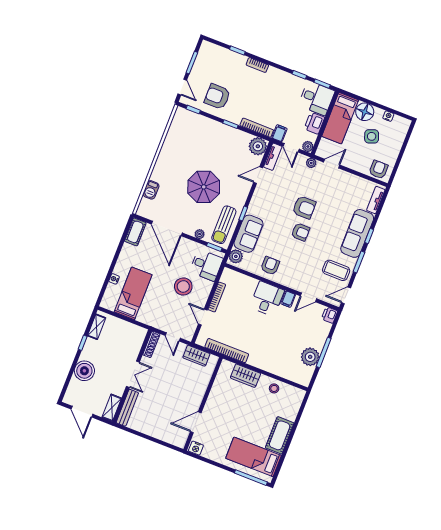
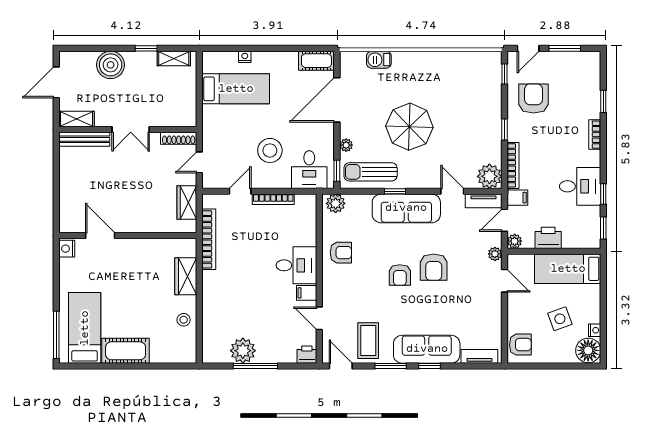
desk: (317, 98) -> (580, 186), moved, turned -90
floor lamp: (365, 112) -> (588, 350), moved
sofa: (249, 234) -> (406, 208), moved, width x1.36

